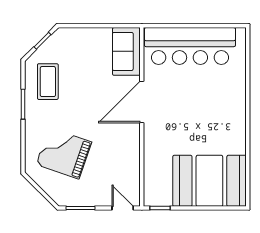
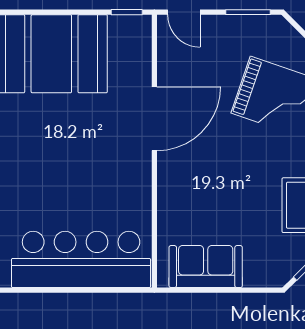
sofa: (126, 51) -> (206, 267), moved, turned -90
door: (142, 102) -> (154, 119), moved

